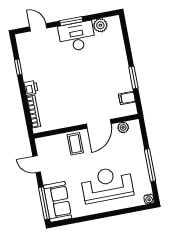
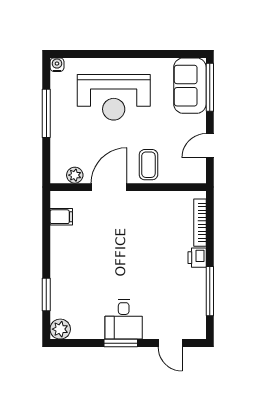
plant: (100, 25) -> (60, 329), moved
desk: (77, 36) -> (124, 319), width x0.73
window: (18, 67) -> (210, 291), width x2.17
window: (133, 78) -> (46, 295), moved
door: (37, 164) -> (210, 146), swing flipped

